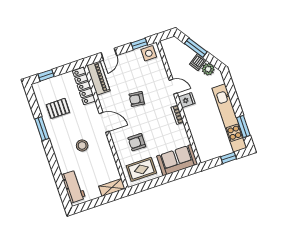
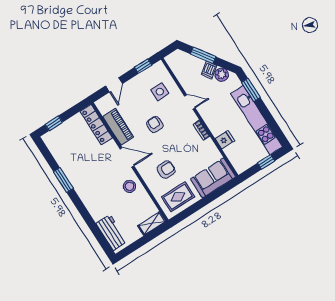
side table: (149, 53) -> (160, 92), moved
piano: (98, 78) -> (118, 127), moved
armchair: (137, 99) -> (155, 124), turned 83
fridge: (187, 100) -> (225, 140), moved
pallet: (58, 108) -> (75, 155), removed
window: (243, 127) -> (251, 90), moved
armchair: (137, 142) -> (166, 170), turned 180
stool: (82, 145) -> (129, 186), moved

